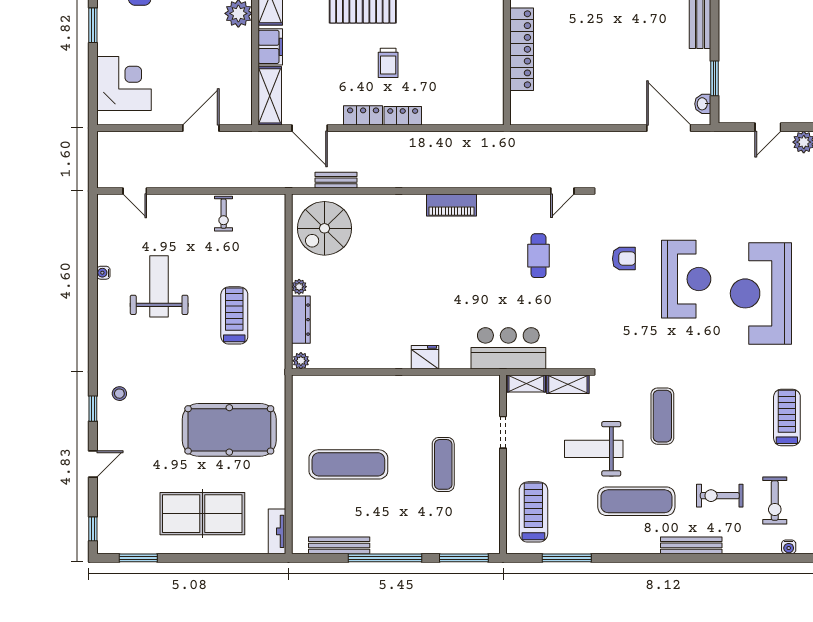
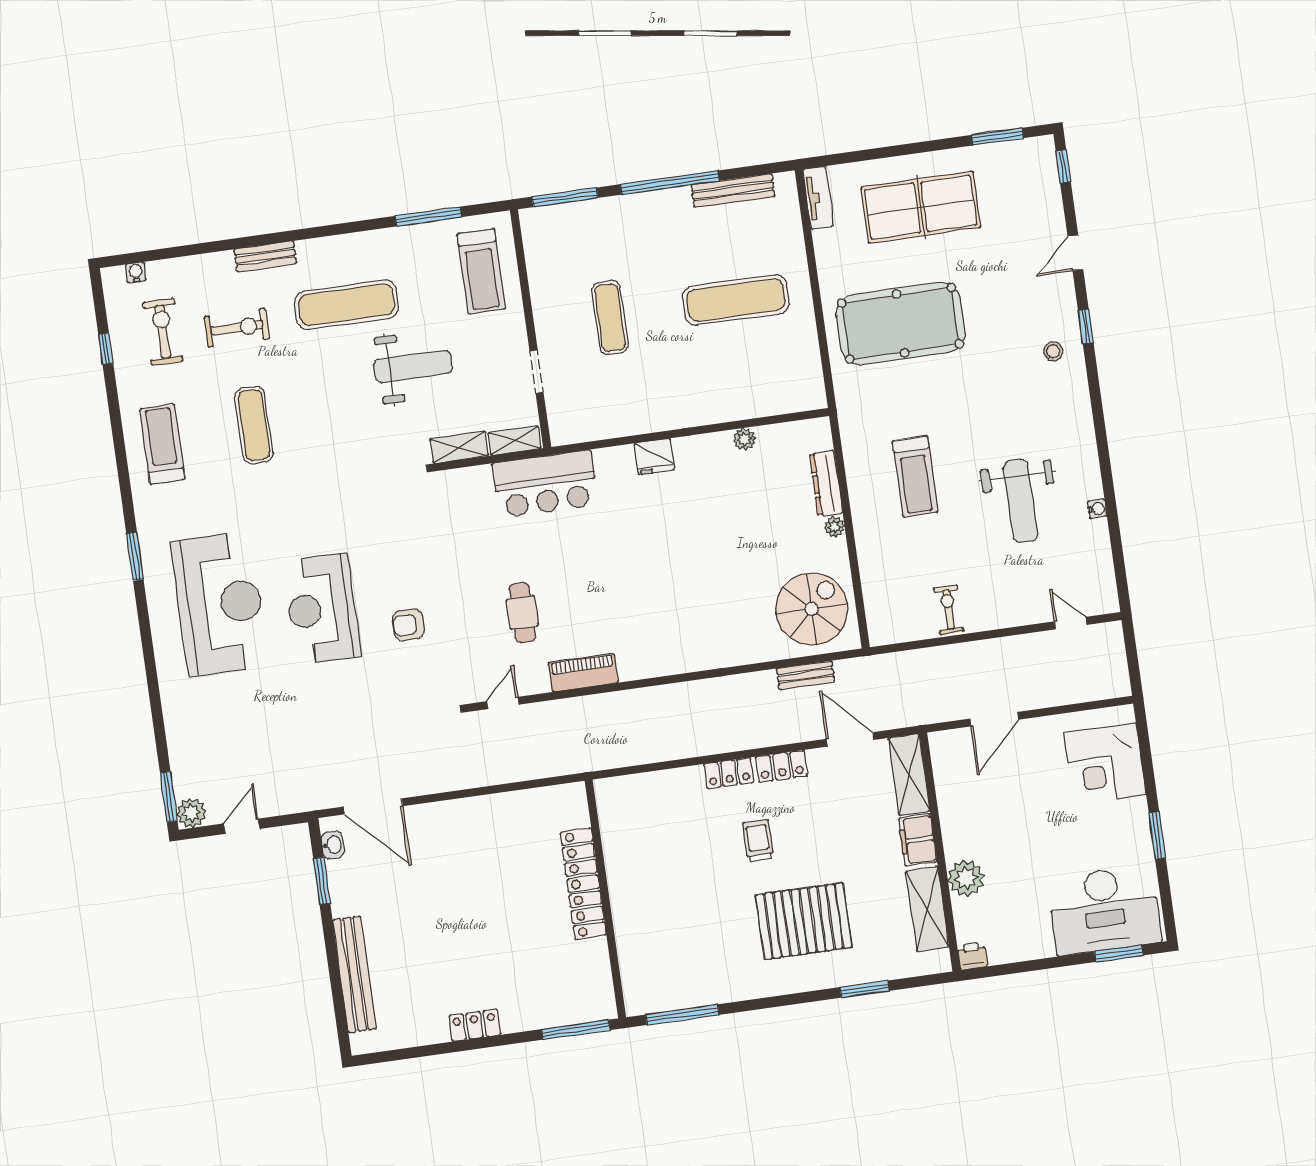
piano: (451, 205) -> (583, 673), moved
plant: (301, 361) -> (744, 439), moved
exercise mat: (662, 416) -> (254, 425), moved
treadmill: (787, 417) -> (162, 444), turned 180
bench: (691, 545) -> (265, 256), width x0.73

